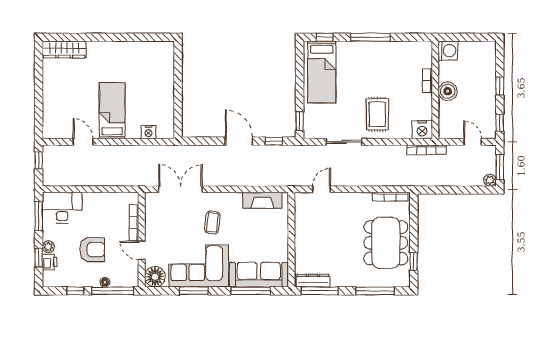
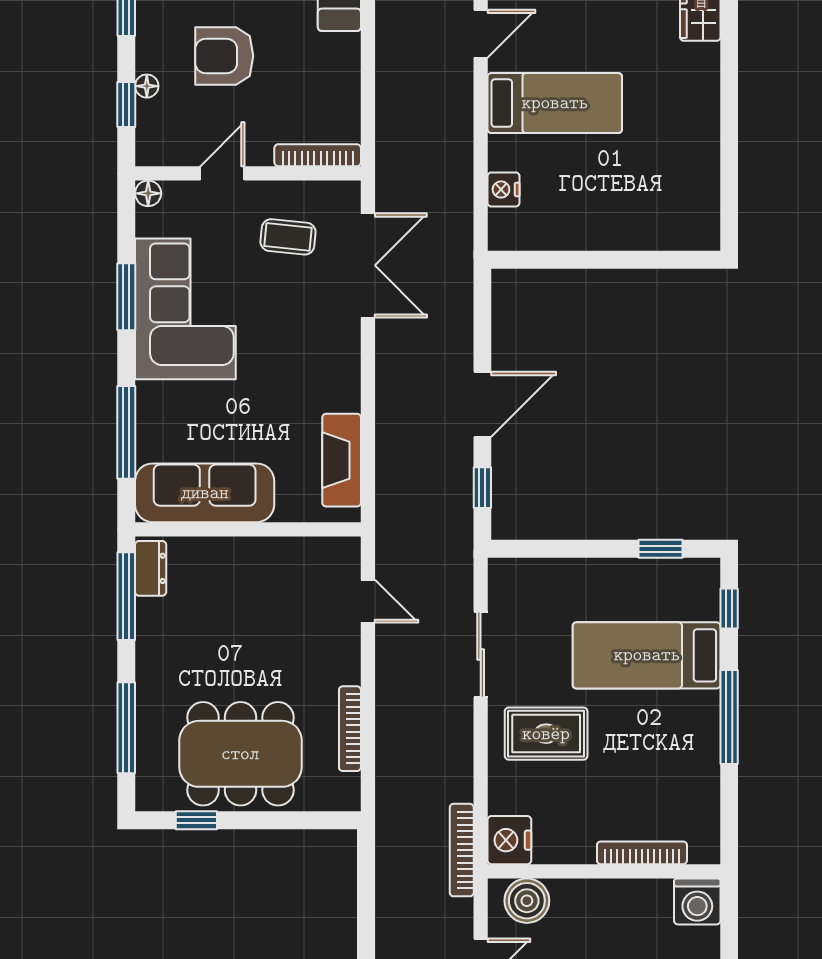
bed: (322, 72) -> (647, 655), moved
bookcase: (427, 81) -> (642, 853), width x1.56
boiler: (448, 91) -> (527, 901), moved
window: (300, 121) -> (661, 549), moved
bookcase: (390, 197) -> (350, 729), moved
coffee table: (212, 222) -> (288, 237), moved
bookcase: (134, 223) -> (318, 155), moved
armchair: (92, 250) -> (224, 56), turned 90
sofa: (259, 275) -> (205, 493), moved, turned -90
floor lamp: (155, 277) -> (148, 193), width x0.53, depth x0.53
dresser: (313, 281) -> (151, 568), width x0.70
window: (113, 291) -> (126, 105), width x0.46

